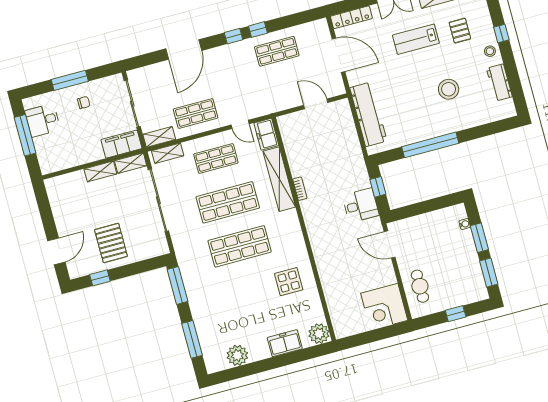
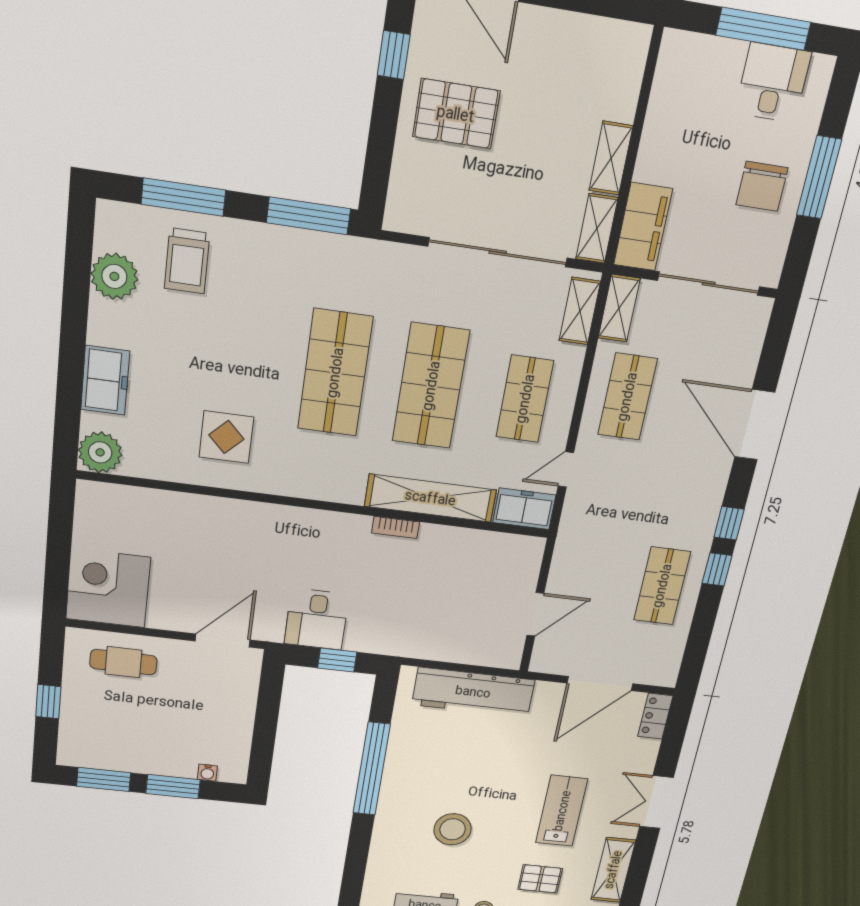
locker: (351, 17) -> (655, 716), width x0.66
chair: (84, 103) -> (762, 186), width x1.87, depth x1.87
trolley: (218, 328) -> (187, 261), added

